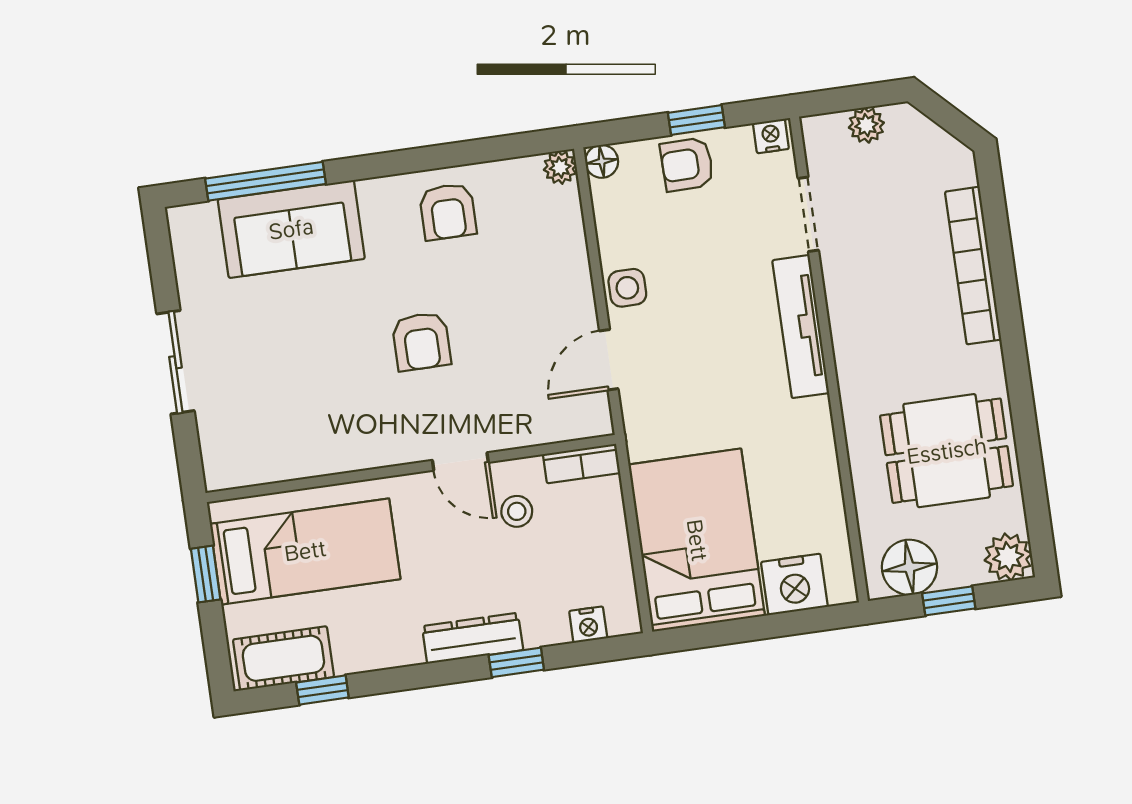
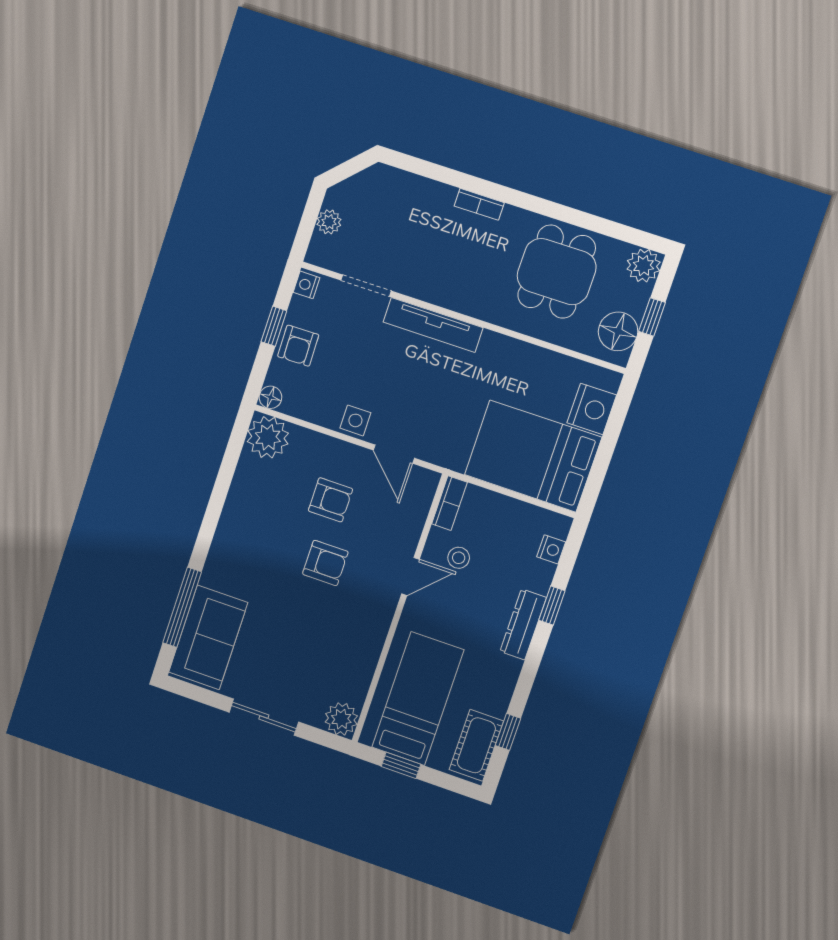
plant: (560, 167) -> (268, 437), width x1.88, depth x1.88
armchair: (448, 212) -> (330, 500), moved
sofa: (291, 229) -> (208, 637), moved
bookcase: (973, 266) -> (479, 204), width x0.43, depth x0.76
plant: (226, 465) -> (341, 719), added

